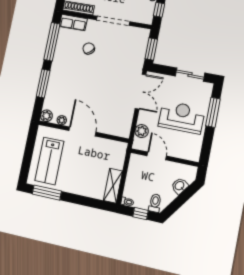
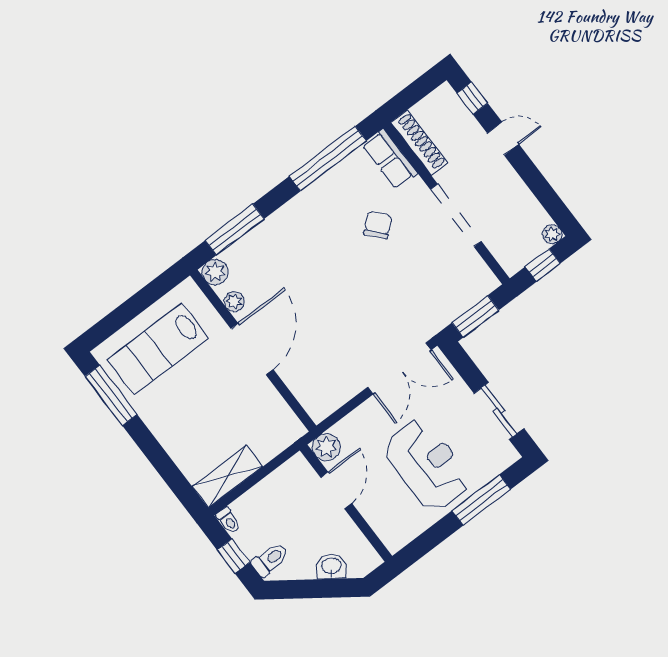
window: (43, 83) -> (235, 230), moved
plant: (142, 131) -> (326, 447), moved

